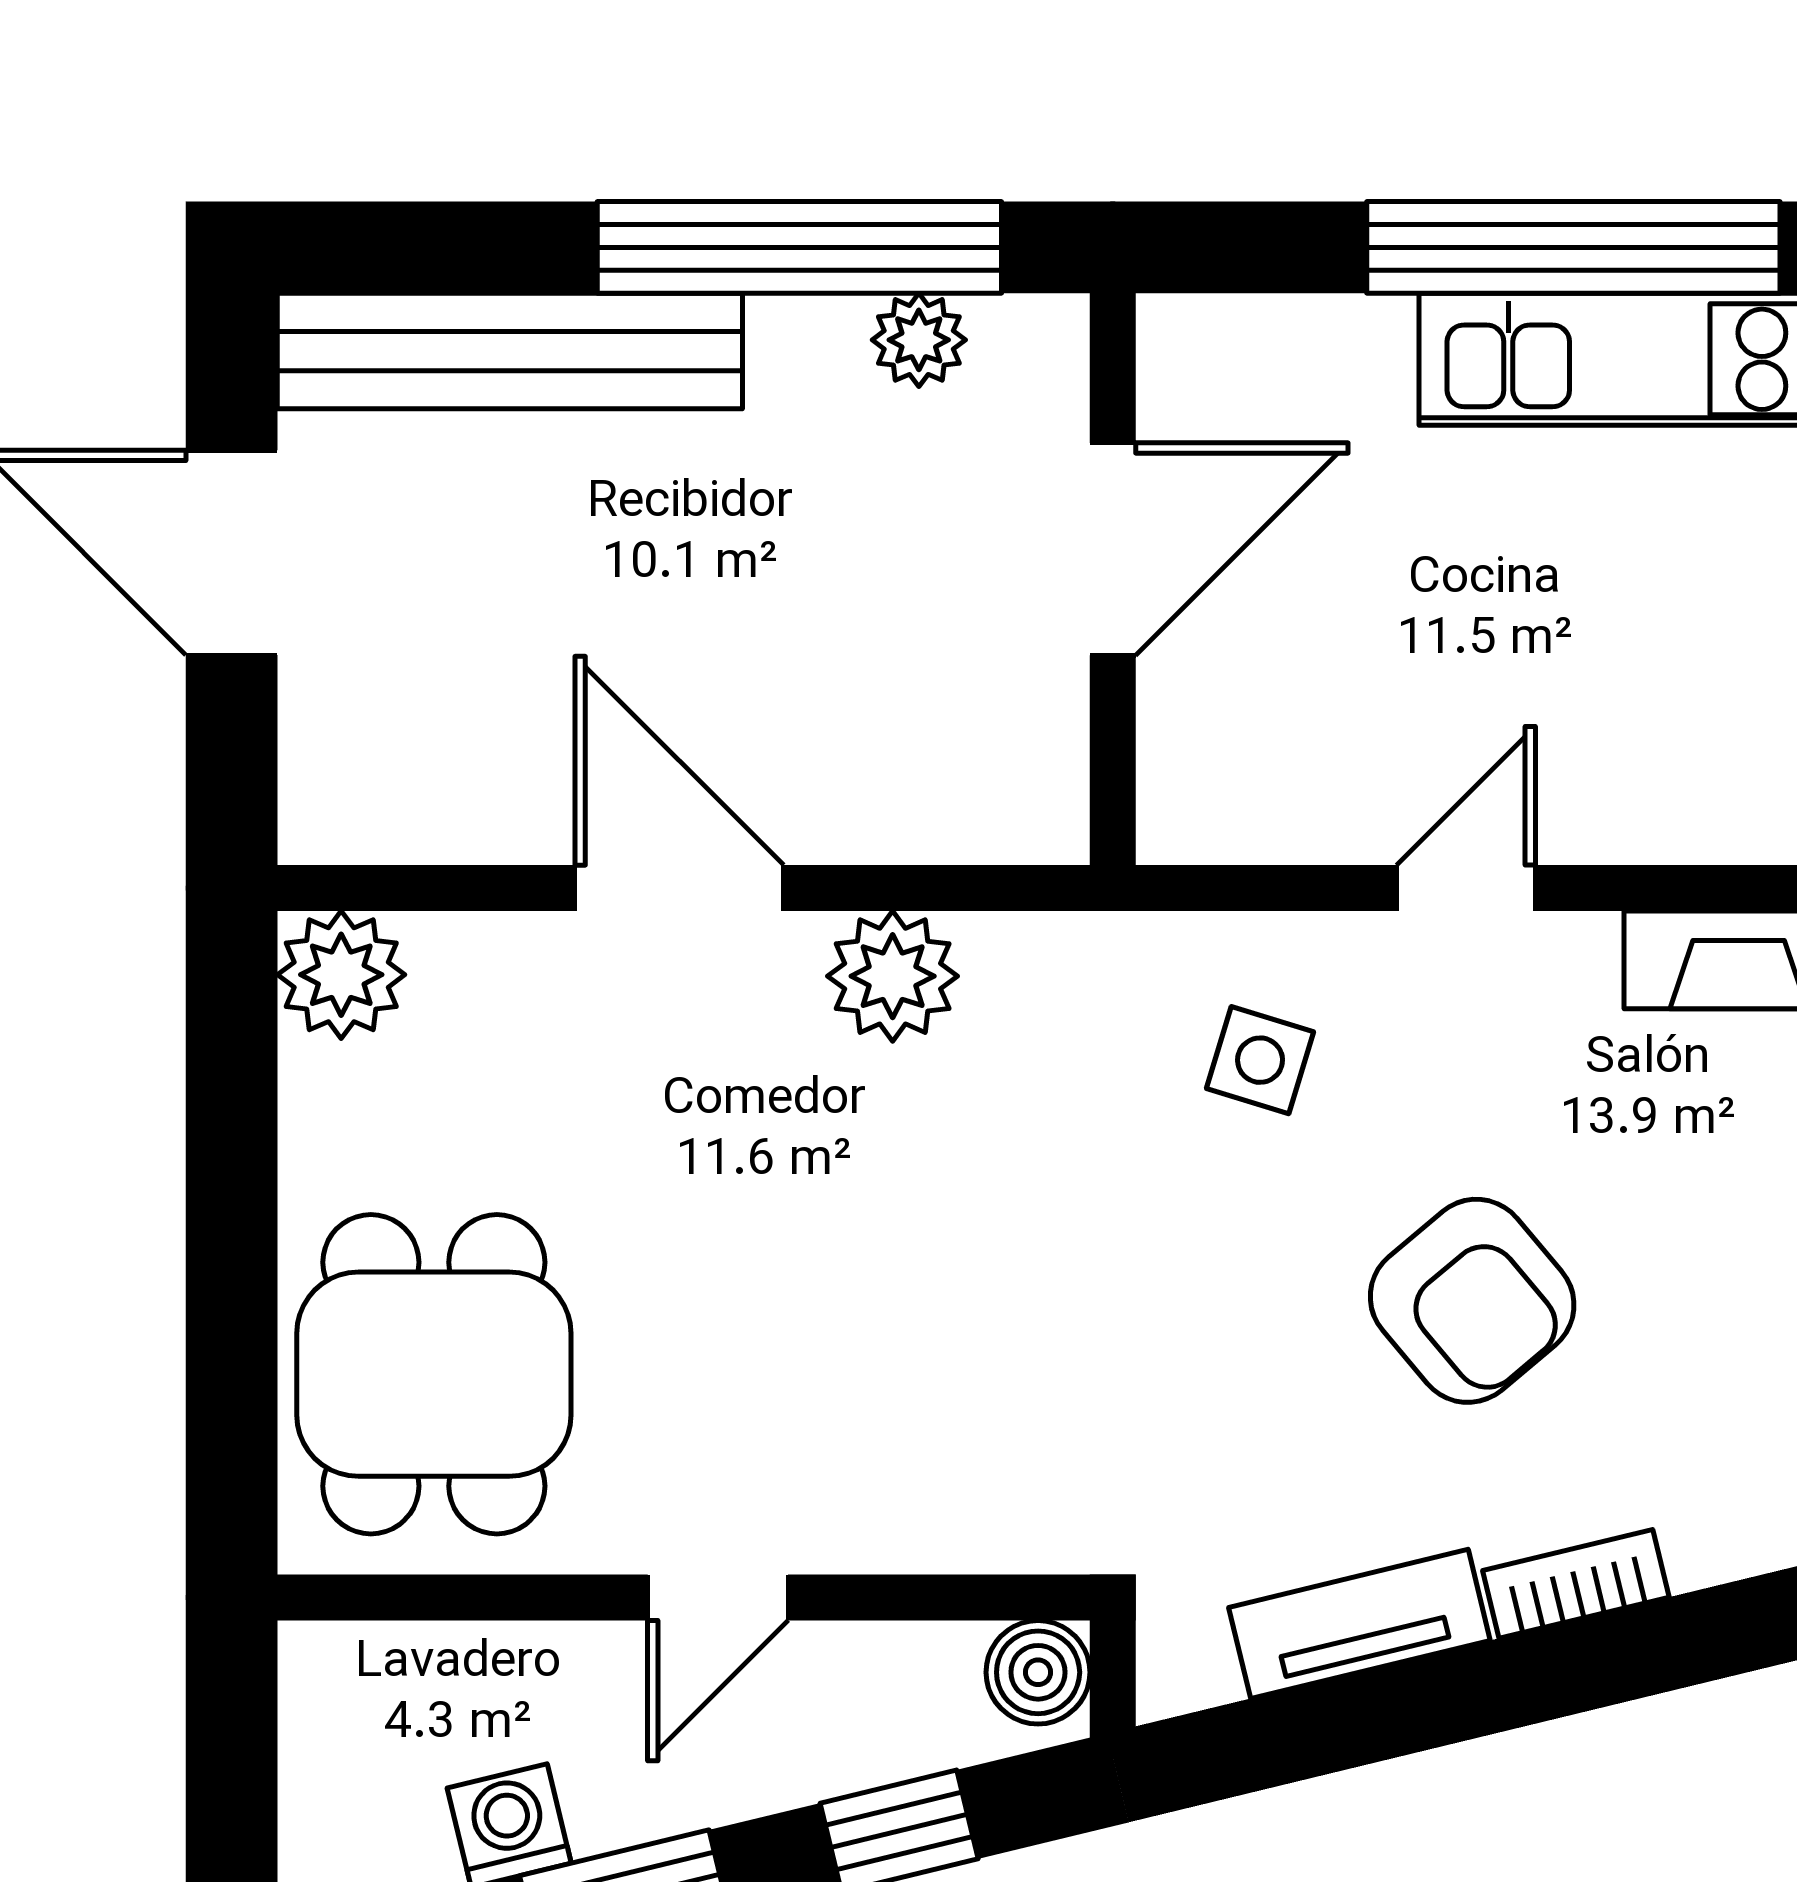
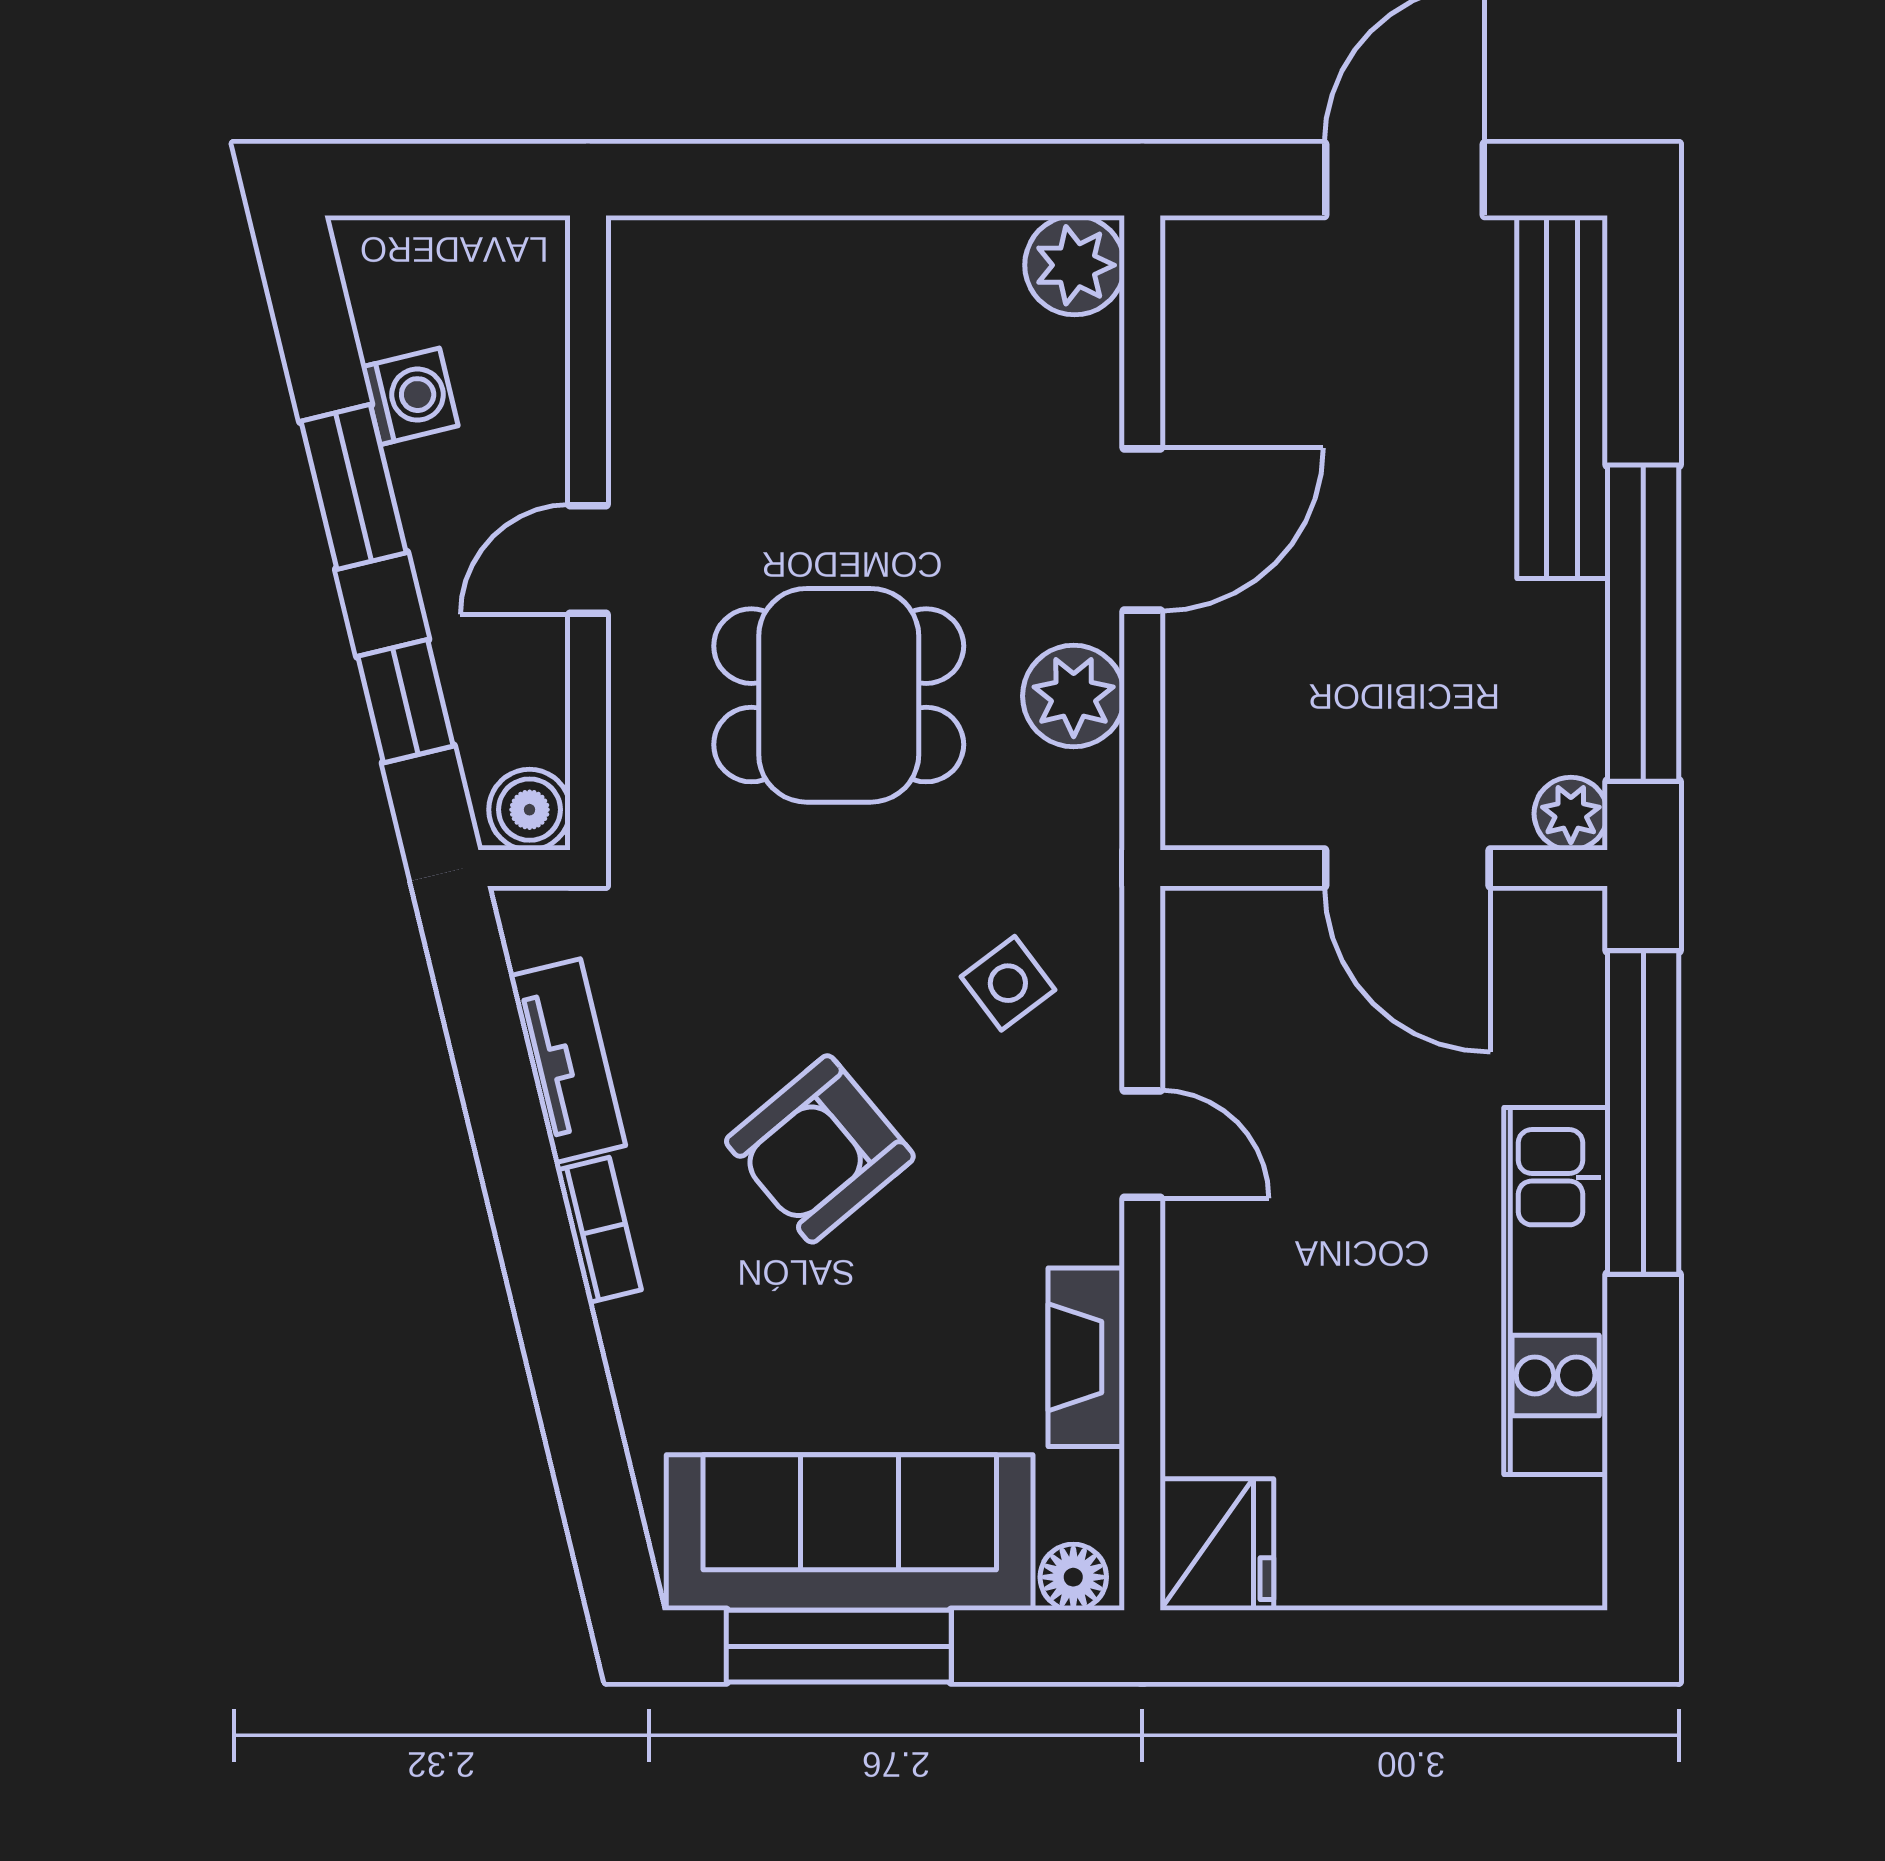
window: (1573, 247) -> (1643, 1113), moved
plant: (919, 340) -> (1571, 814), moved
side table: (1260, 1060) -> (1008, 983), turned 36
dining table: (434, 1374) -> (839, 695), moved
door: (718, 1598) -> (588, 559), hinge flipped

